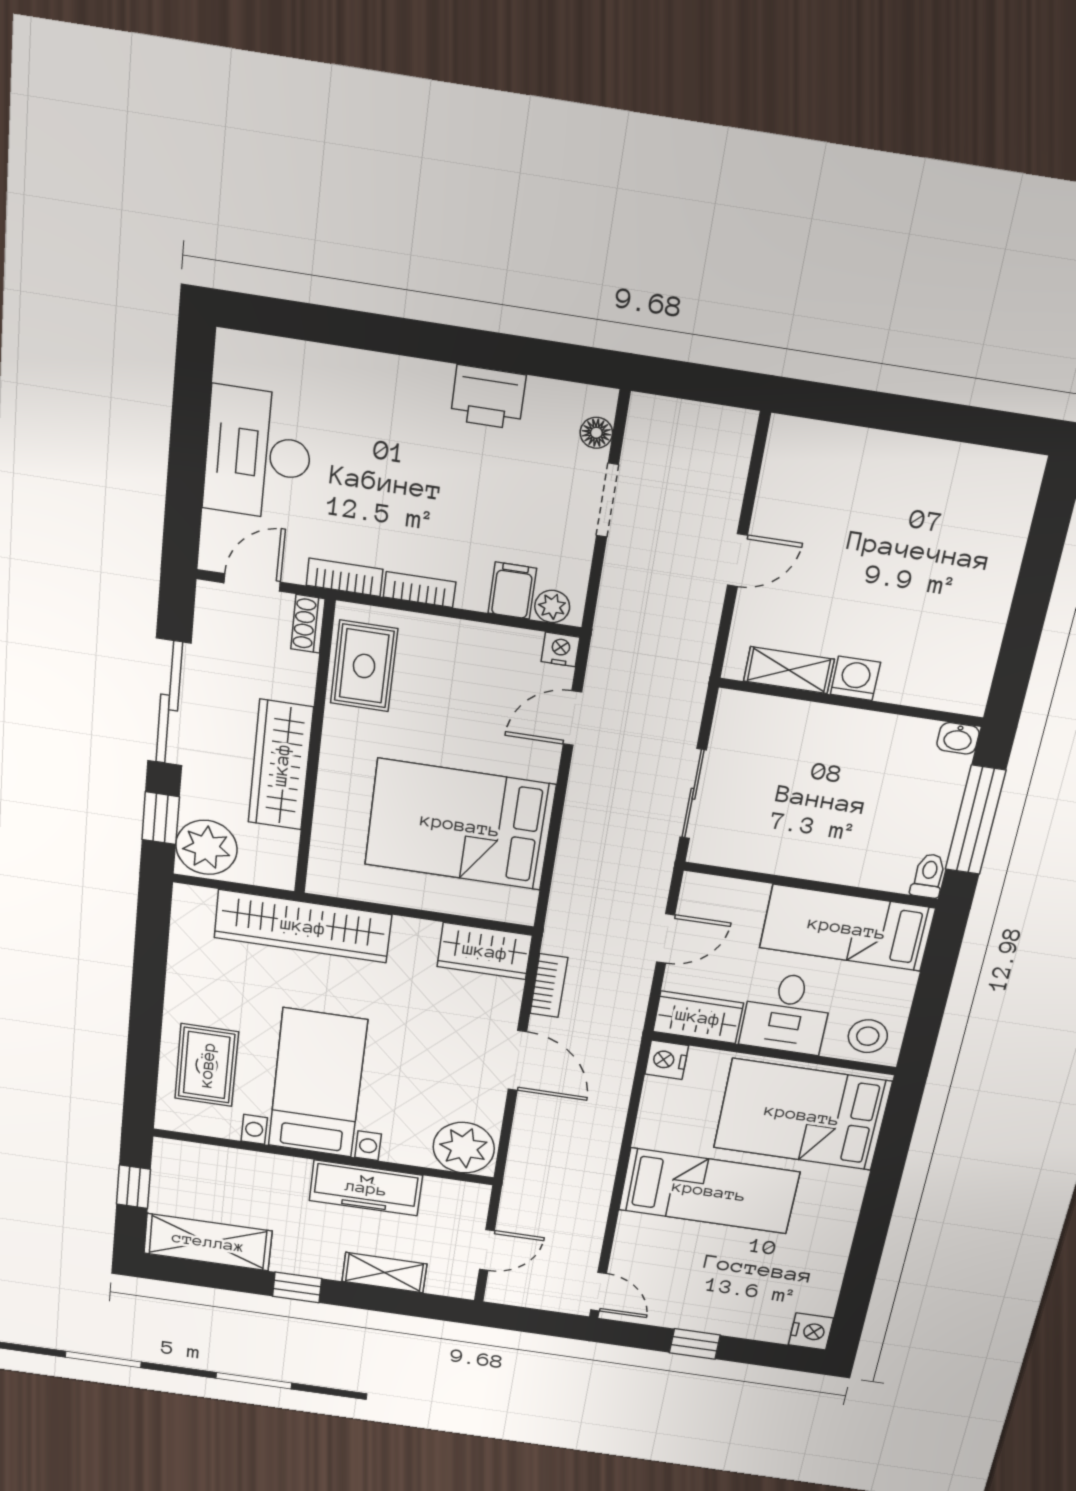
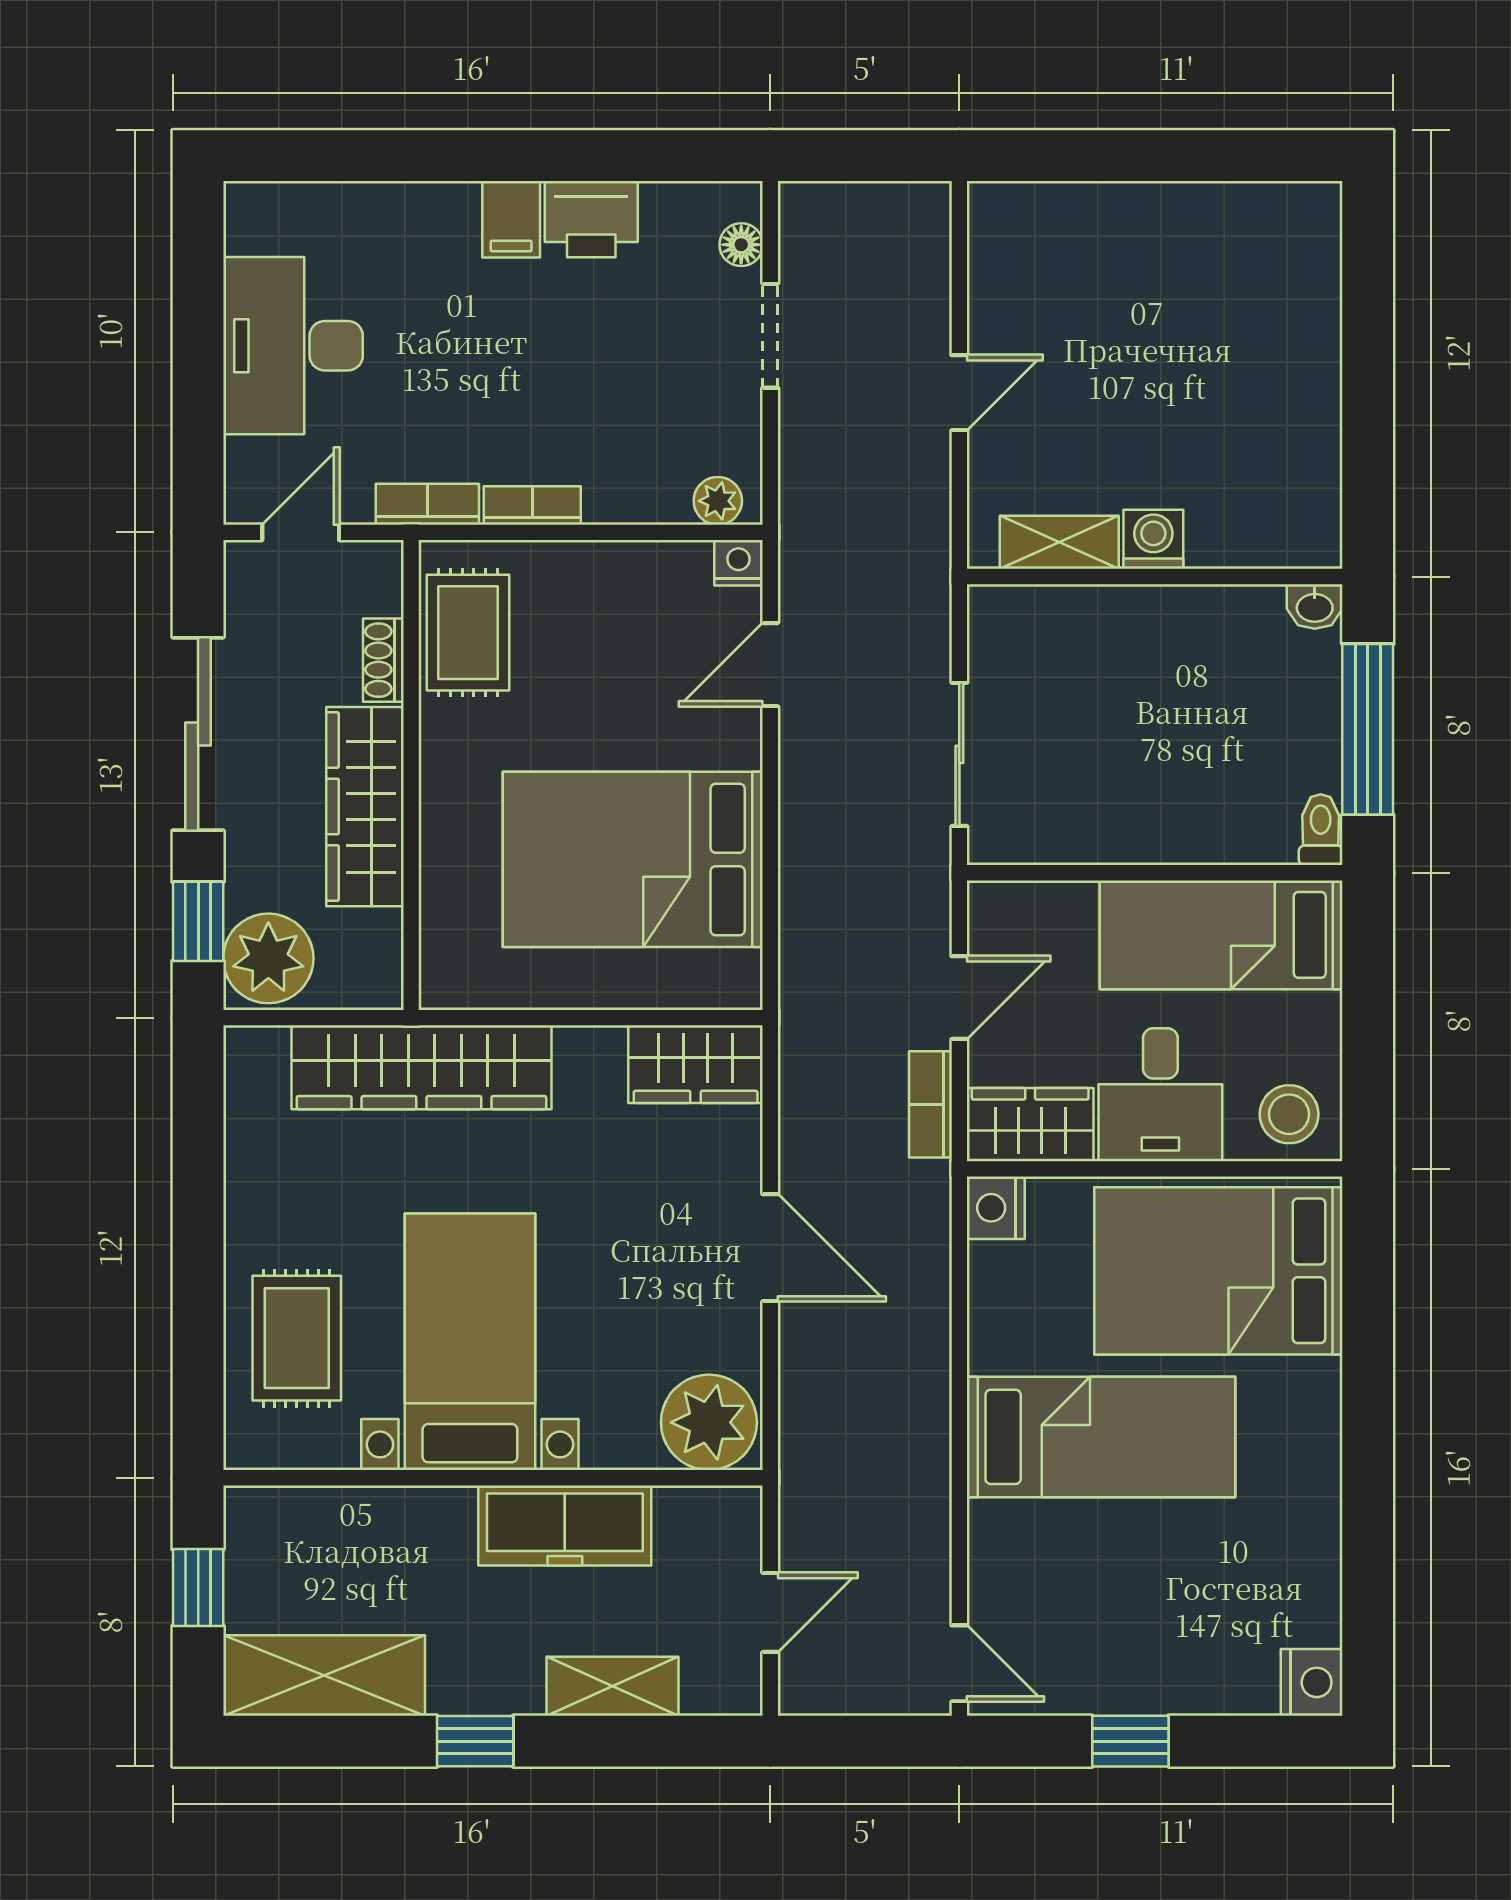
filing cabinet: (512, 591) -> (511, 219), moved, turned 180
shoe rack: (308, 624) -> (383, 660), moved
bookcase: (549, 986) -> (930, 1104), moved, turned 180

